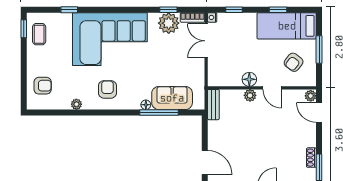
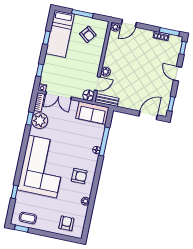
floor lamp: (249, 79) -> (88, 95), moved
door: (272, 88) -> (97, 84), moved
armchair: (107, 89) -> (79, 176), turned 180
sofa: (172, 98) -> (92, 113), moved, turned -90

